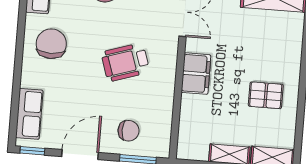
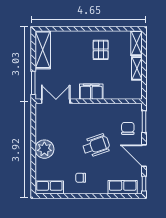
chair: (51, 44) -> (81, 178), width x0.54, depth x0.54
wheelchair: (125, 62) -> (96, 146), moved, turned -91

